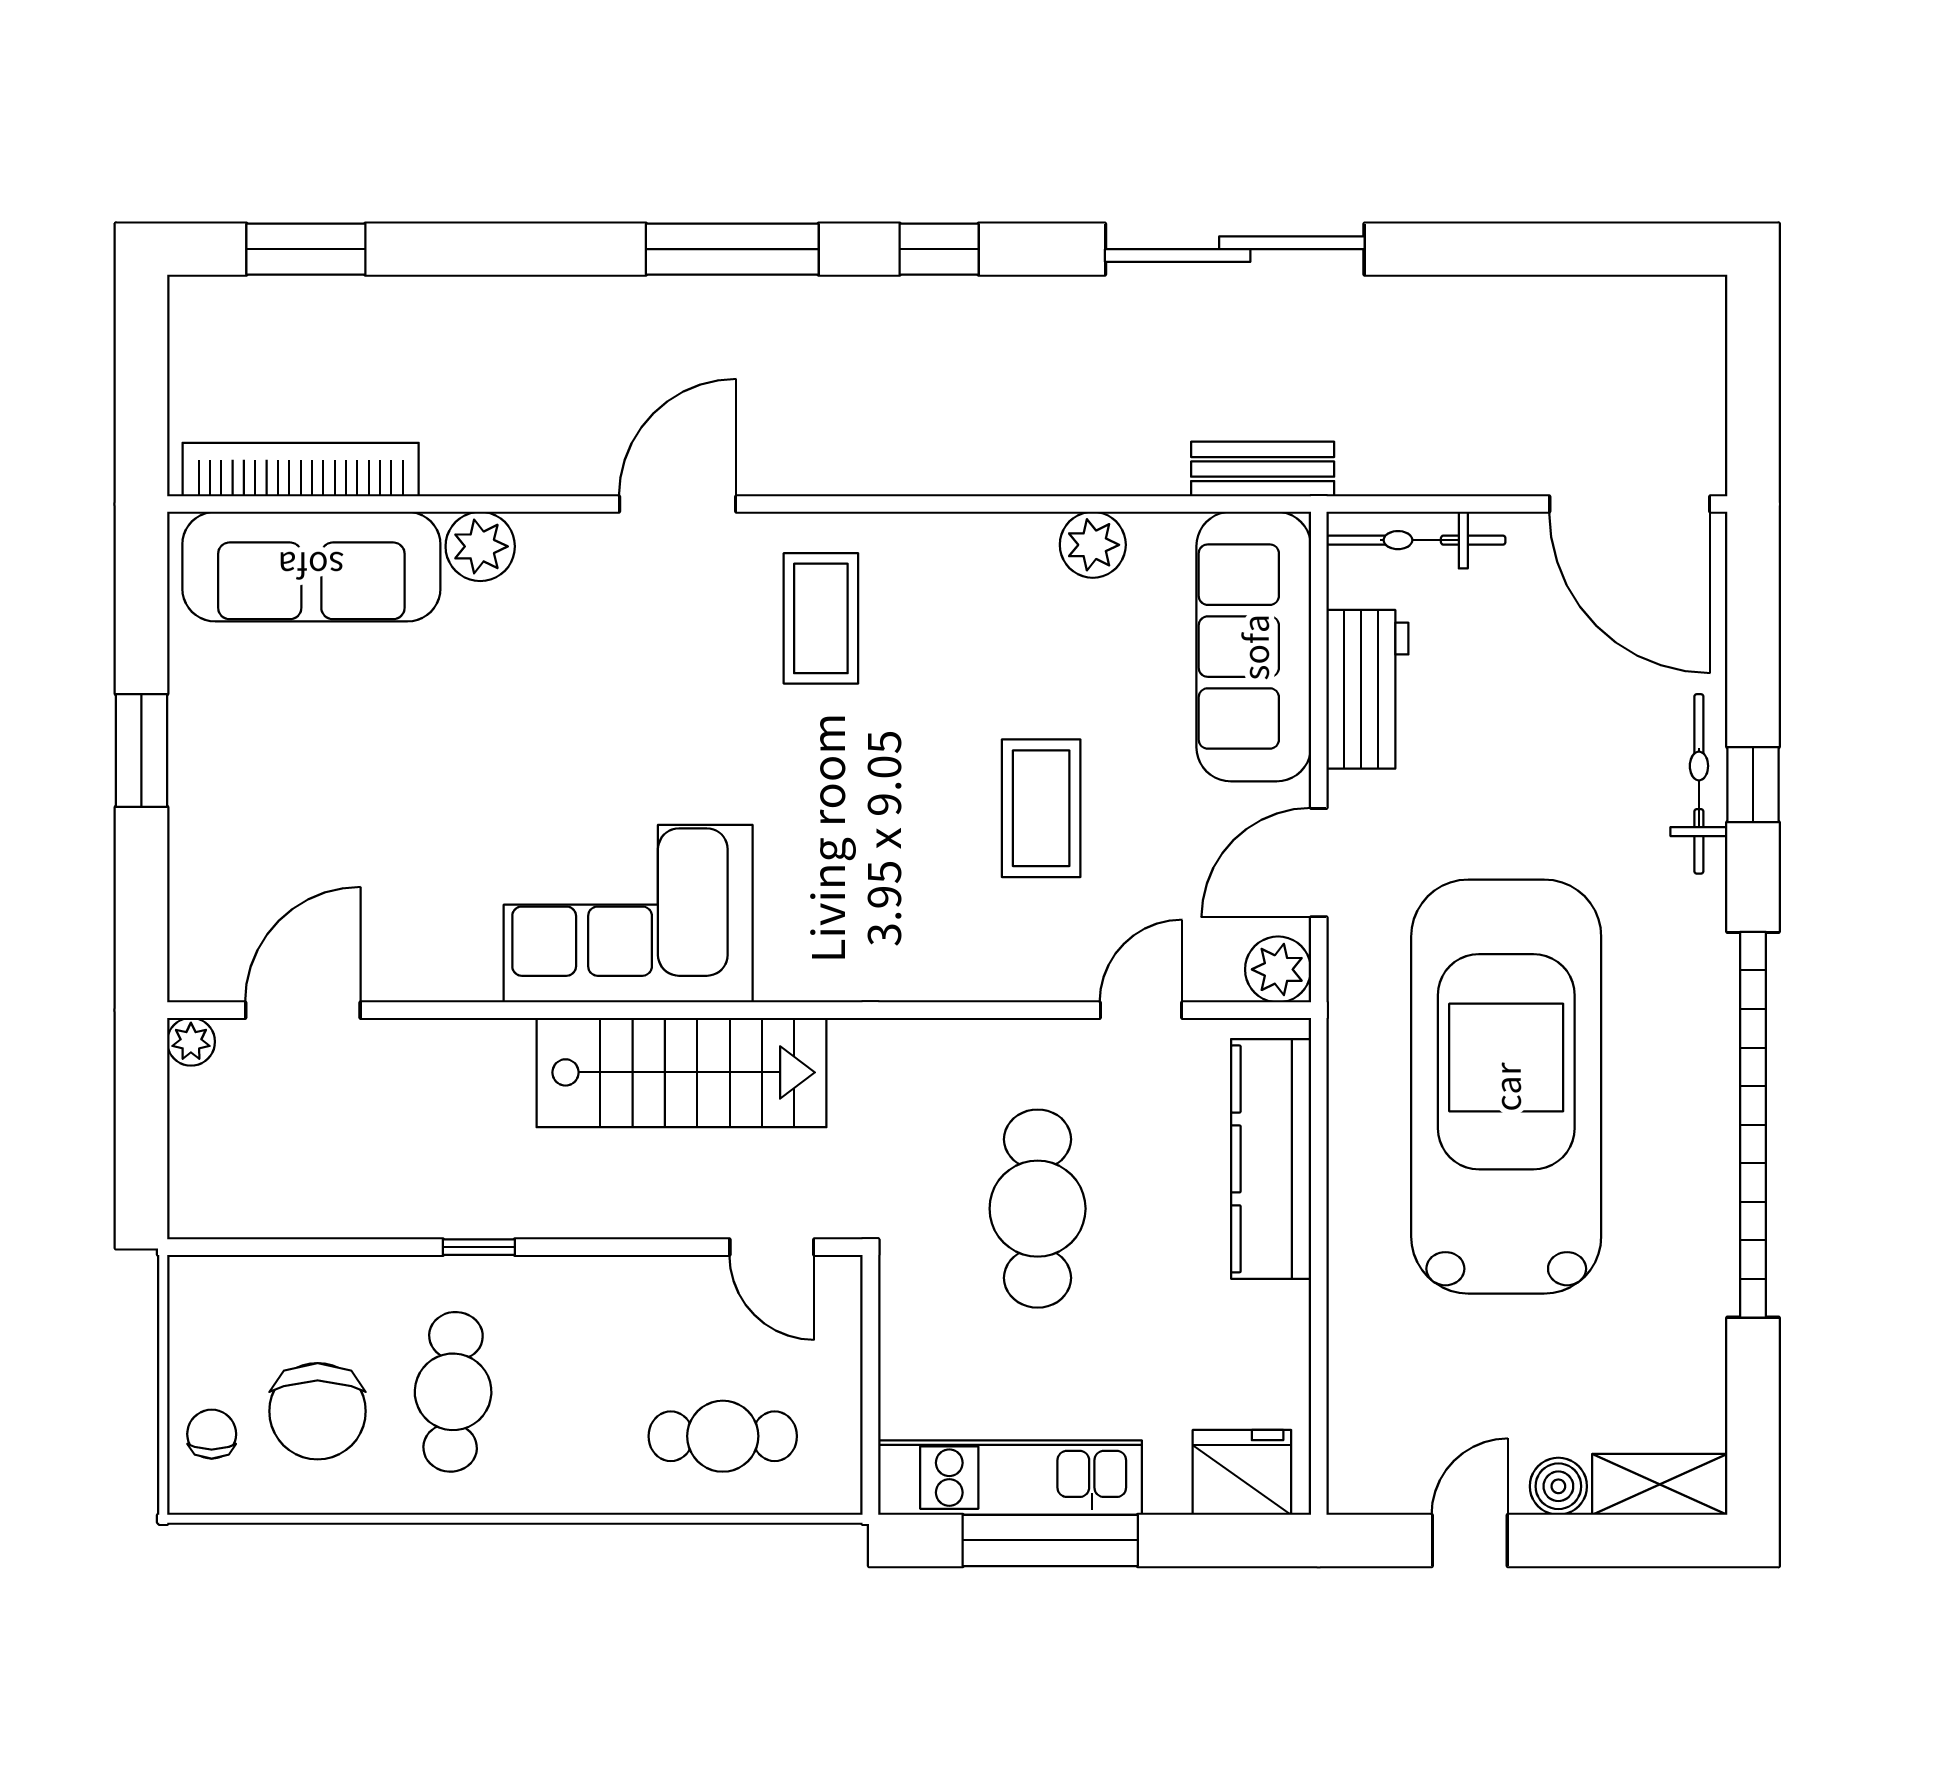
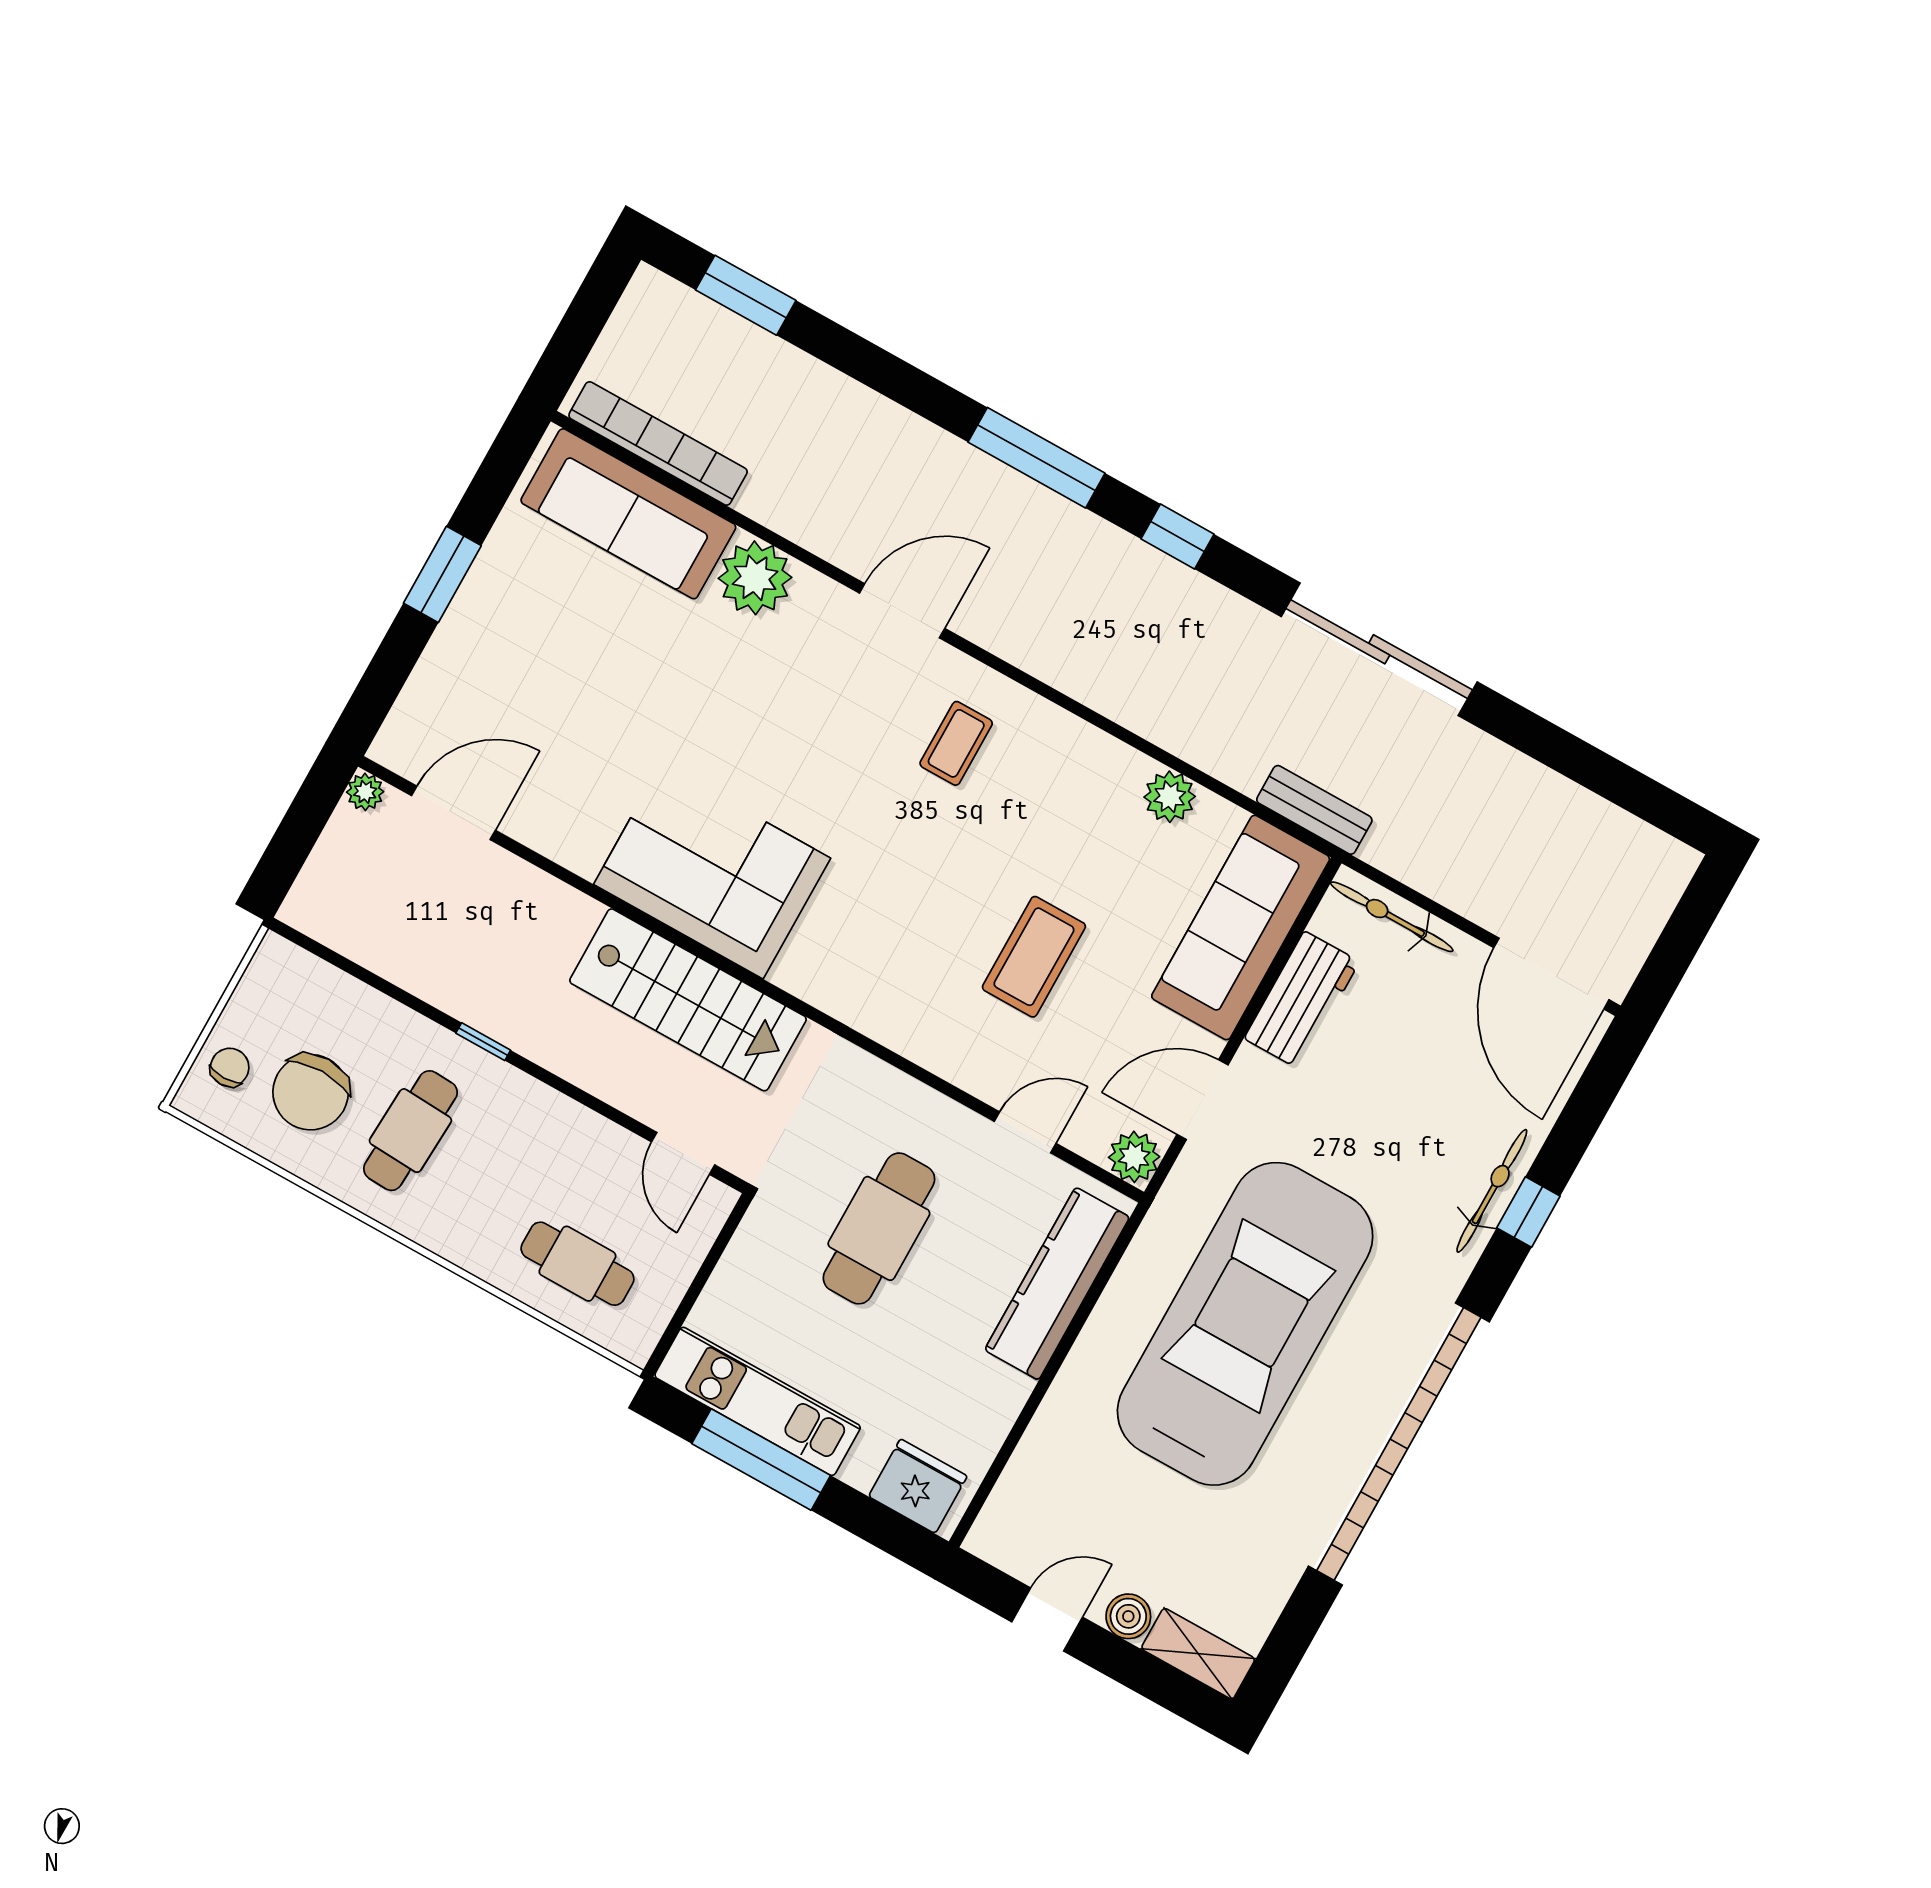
plant: (480, 546) -> (755, 578), width x1.36, depth x1.36
coffee table: (821, 618) -> (956, 743), width x0.73, depth x0.77

